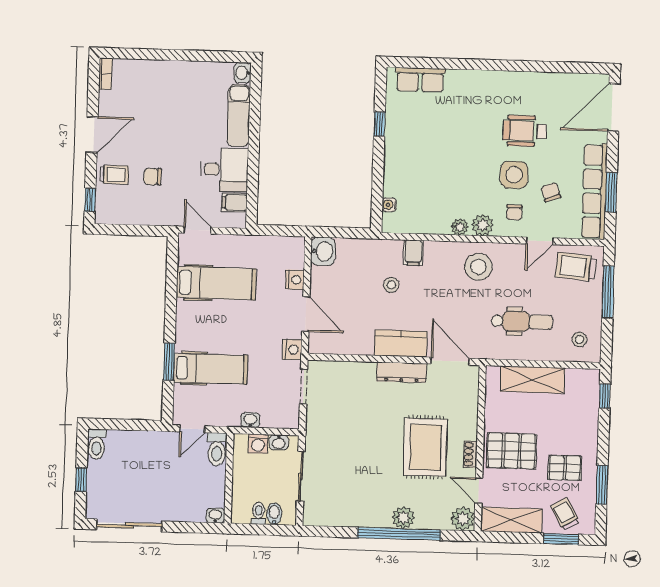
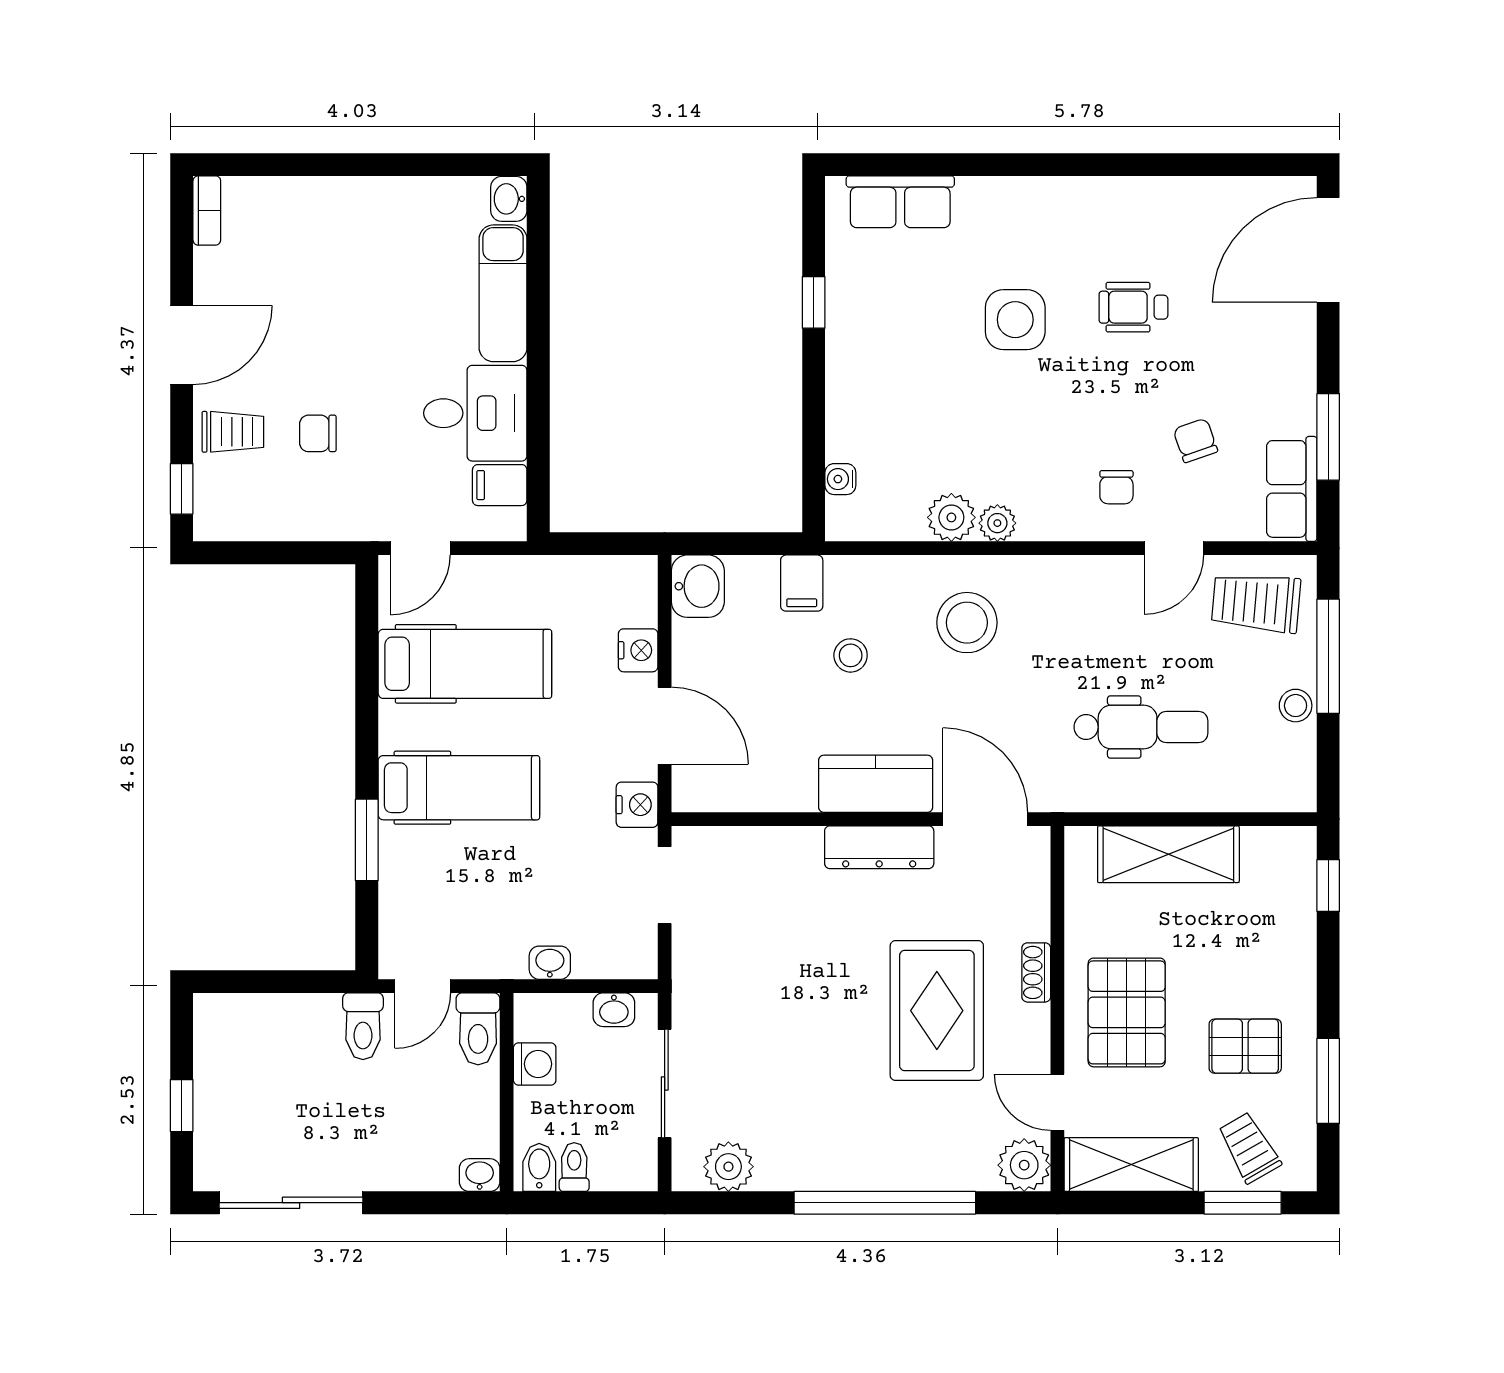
wheelchair: (525, 131) -> (1133, 307), width x0.73, depth x0.73
side table: (514, 175) -> (1015, 320), moved
row of seats: (595, 191) -> (1292, 489), width x0.50
plant: (483, 225) -> (951, 517), moved
door: (197, 230) -> (420, 548), swing flipped
filing cabinet: (413, 253) -> (802, 583), moved
stool: (478, 267) -> (967, 623), moved
stool: (579, 339) -> (1296, 706), moved
hospital bed: (211, 369) -> (459, 788), moved
toilet: (97, 444) -> (363, 1026), moved
washing machine: (258, 444) -> (535, 1064), moved, turned -90
pallet: (511, 451) -> (1127, 1012), turned 90
shoe rack: (470, 454) -> (1036, 972), moved
bidet: (274, 514) -> (539, 1167), moved
plant: (403, 518) -> (728, 1167), moved

